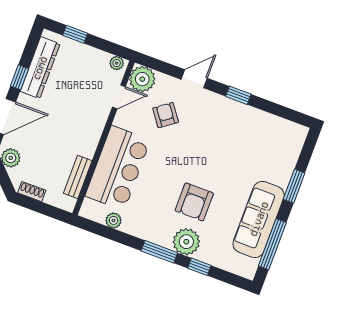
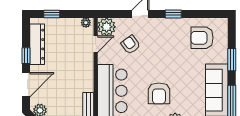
armchair: (265, 142) -> (202, 38), added
armchair: (194, 202) -> (159, 93), moved

